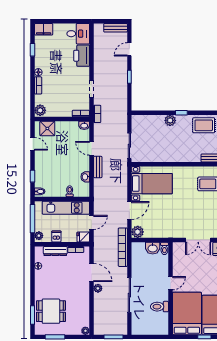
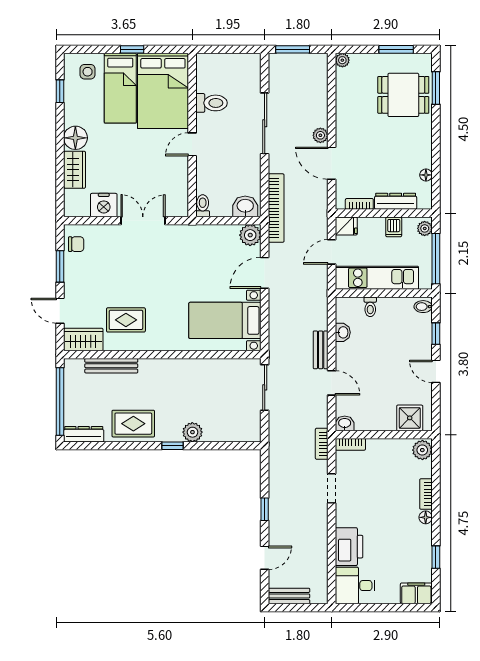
door: (33, 144) -> (436, 371), moved
washbasin: (153, 248) -> (245, 206), moved

